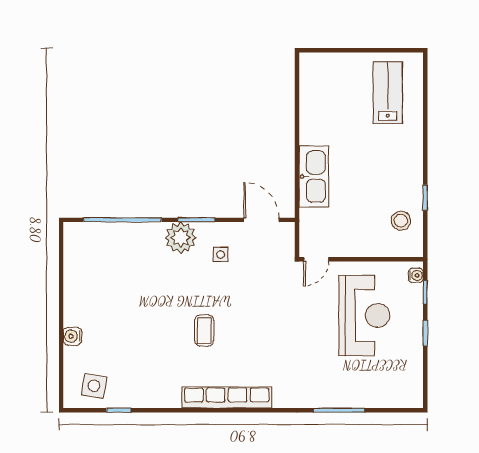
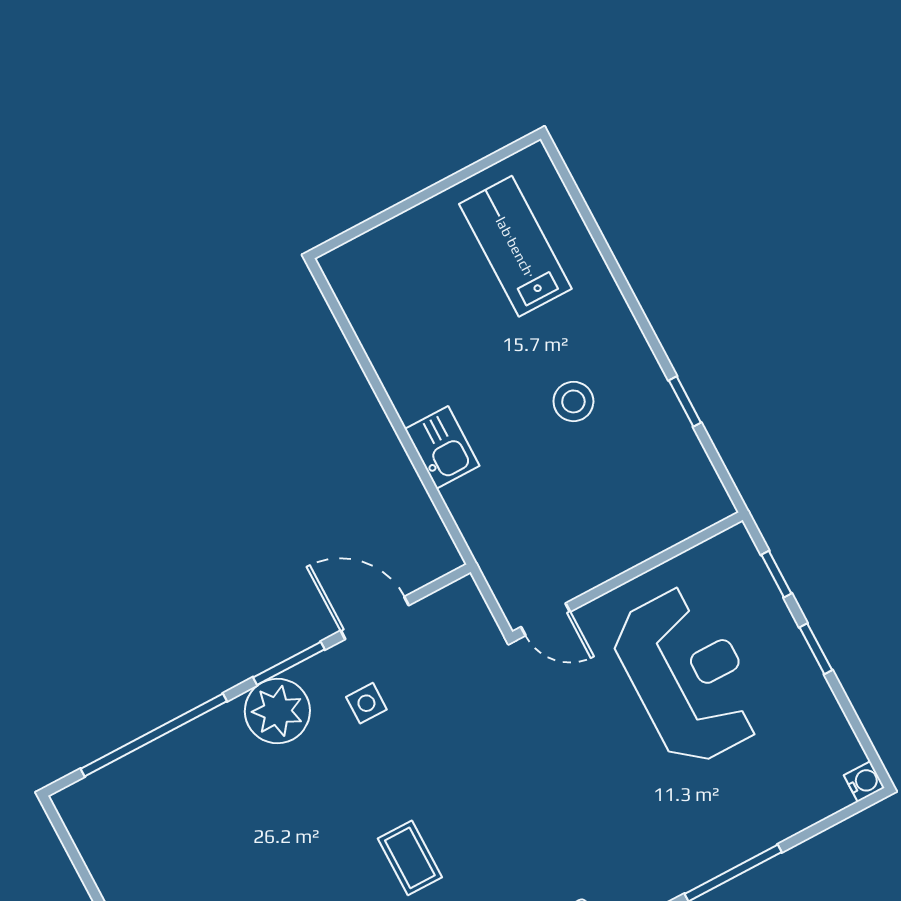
kitchen sink: (314, 177) -> (442, 447), width x0.53, depth x0.81
door: (261, 220) -> (375, 618), moved
stool: (401, 221) -> (573, 401), moved
door: (316, 259) -> (546, 619), hinge flipped
water cooler: (416, 275) -> (864, 782), moved

